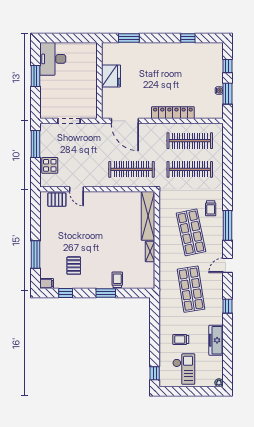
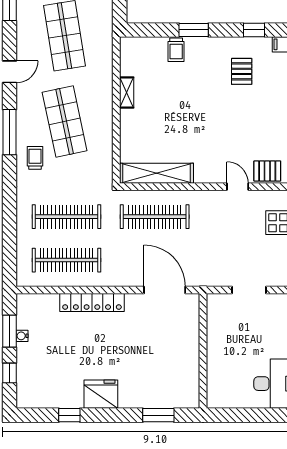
fridge: (111, 76) -> (101, 394), moved, turned 90
shelving: (148, 216) -> (156, 173), moved, turned 90

